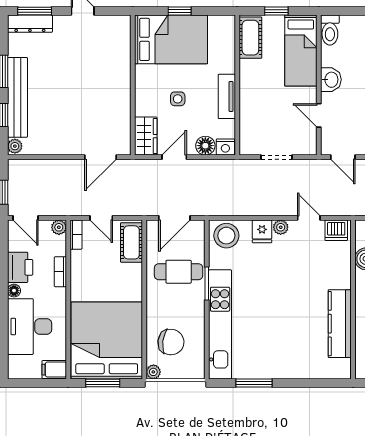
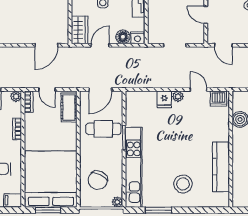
stool: (226, 236) -> (183, 184), moved
chair: (171, 342) -> (98, 180), turned 109
plant: (153, 372) -> (117, 202), moved

